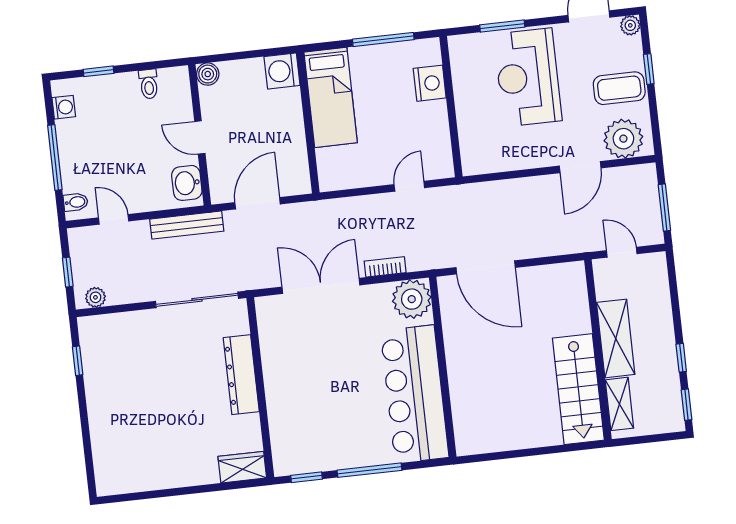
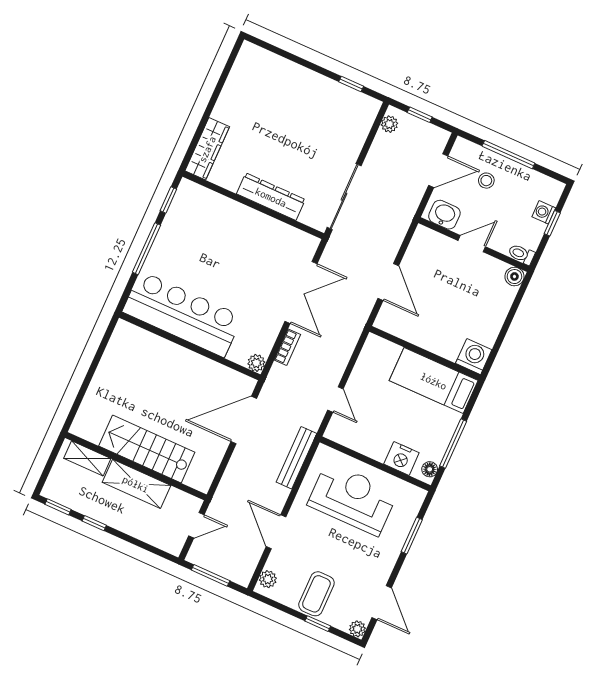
floor lamp: (424, 48) -> (430, 469), added
boiler: (208, 74) -> (514, 277), moved
reception desk: (528, 77) -> (353, 499), moved
washing machine: (64, 107) -> (544, 212), moved, turned 90
wall: (200, 135) -> (474, 245), moved
door: (200, 137) -> (472, 244), moved
plant: (623, 139) -> (268, 579), width x0.53, depth x0.53
stool: (95, 164) -> (486, 181), added
washbasin: (187, 183) -> (444, 215), moved
bidet: (76, 202) -> (467, 151), removed
door: (114, 219) -> (438, 171), width x1.38
bench: (187, 225) -> (296, 458), moved
plant: (412, 299) -> (256, 363), width x0.53, depth x0.53
stairs: (578, 389) -> (147, 449), moved
wardrobe: (242, 467) -> (207, 149), width x1.50

